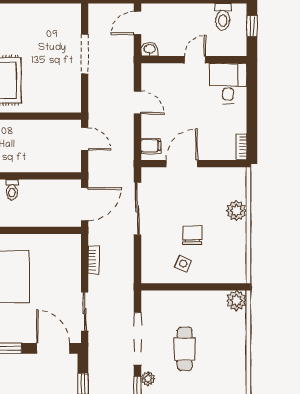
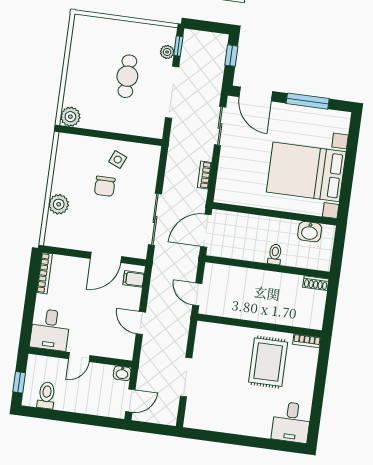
bookcase: (241, 147) -> (44, 273), width x1.56

